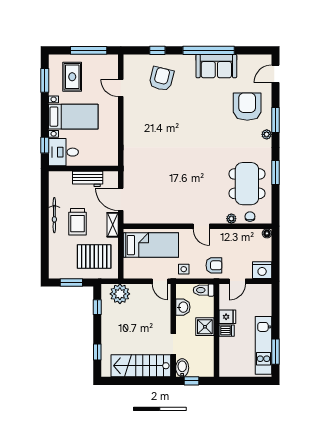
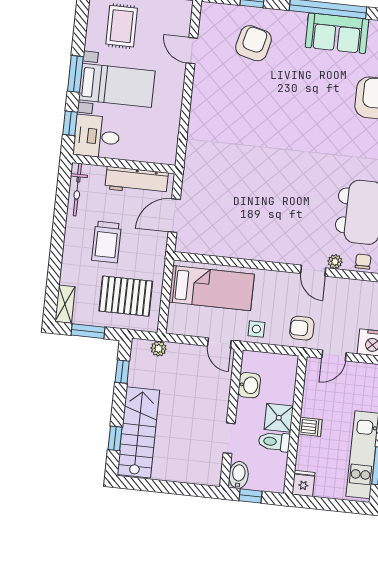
window: (45, 80) -> (75, 74), moved
workbench: (88, 179) -> (137, 181), width x1.38
door: (121, 199) -> (174, 216), hinge flipped
bicycle: (54, 215) -> (77, 190), moved
shelving: (113, 225) -> (65, 304), moved
door: (201, 226) -> (313, 271), moved
armchair: (214, 265) -> (302, 328), turned 180
toilet: (204, 290) -> (274, 442), moved
plant: (120, 294) -> (159, 349), width x0.53, depth x0.53
fridge: (227, 317) -> (303, 483), moved, turned -90
stairs: (141, 366) -> (138, 432), moved, turned 90

